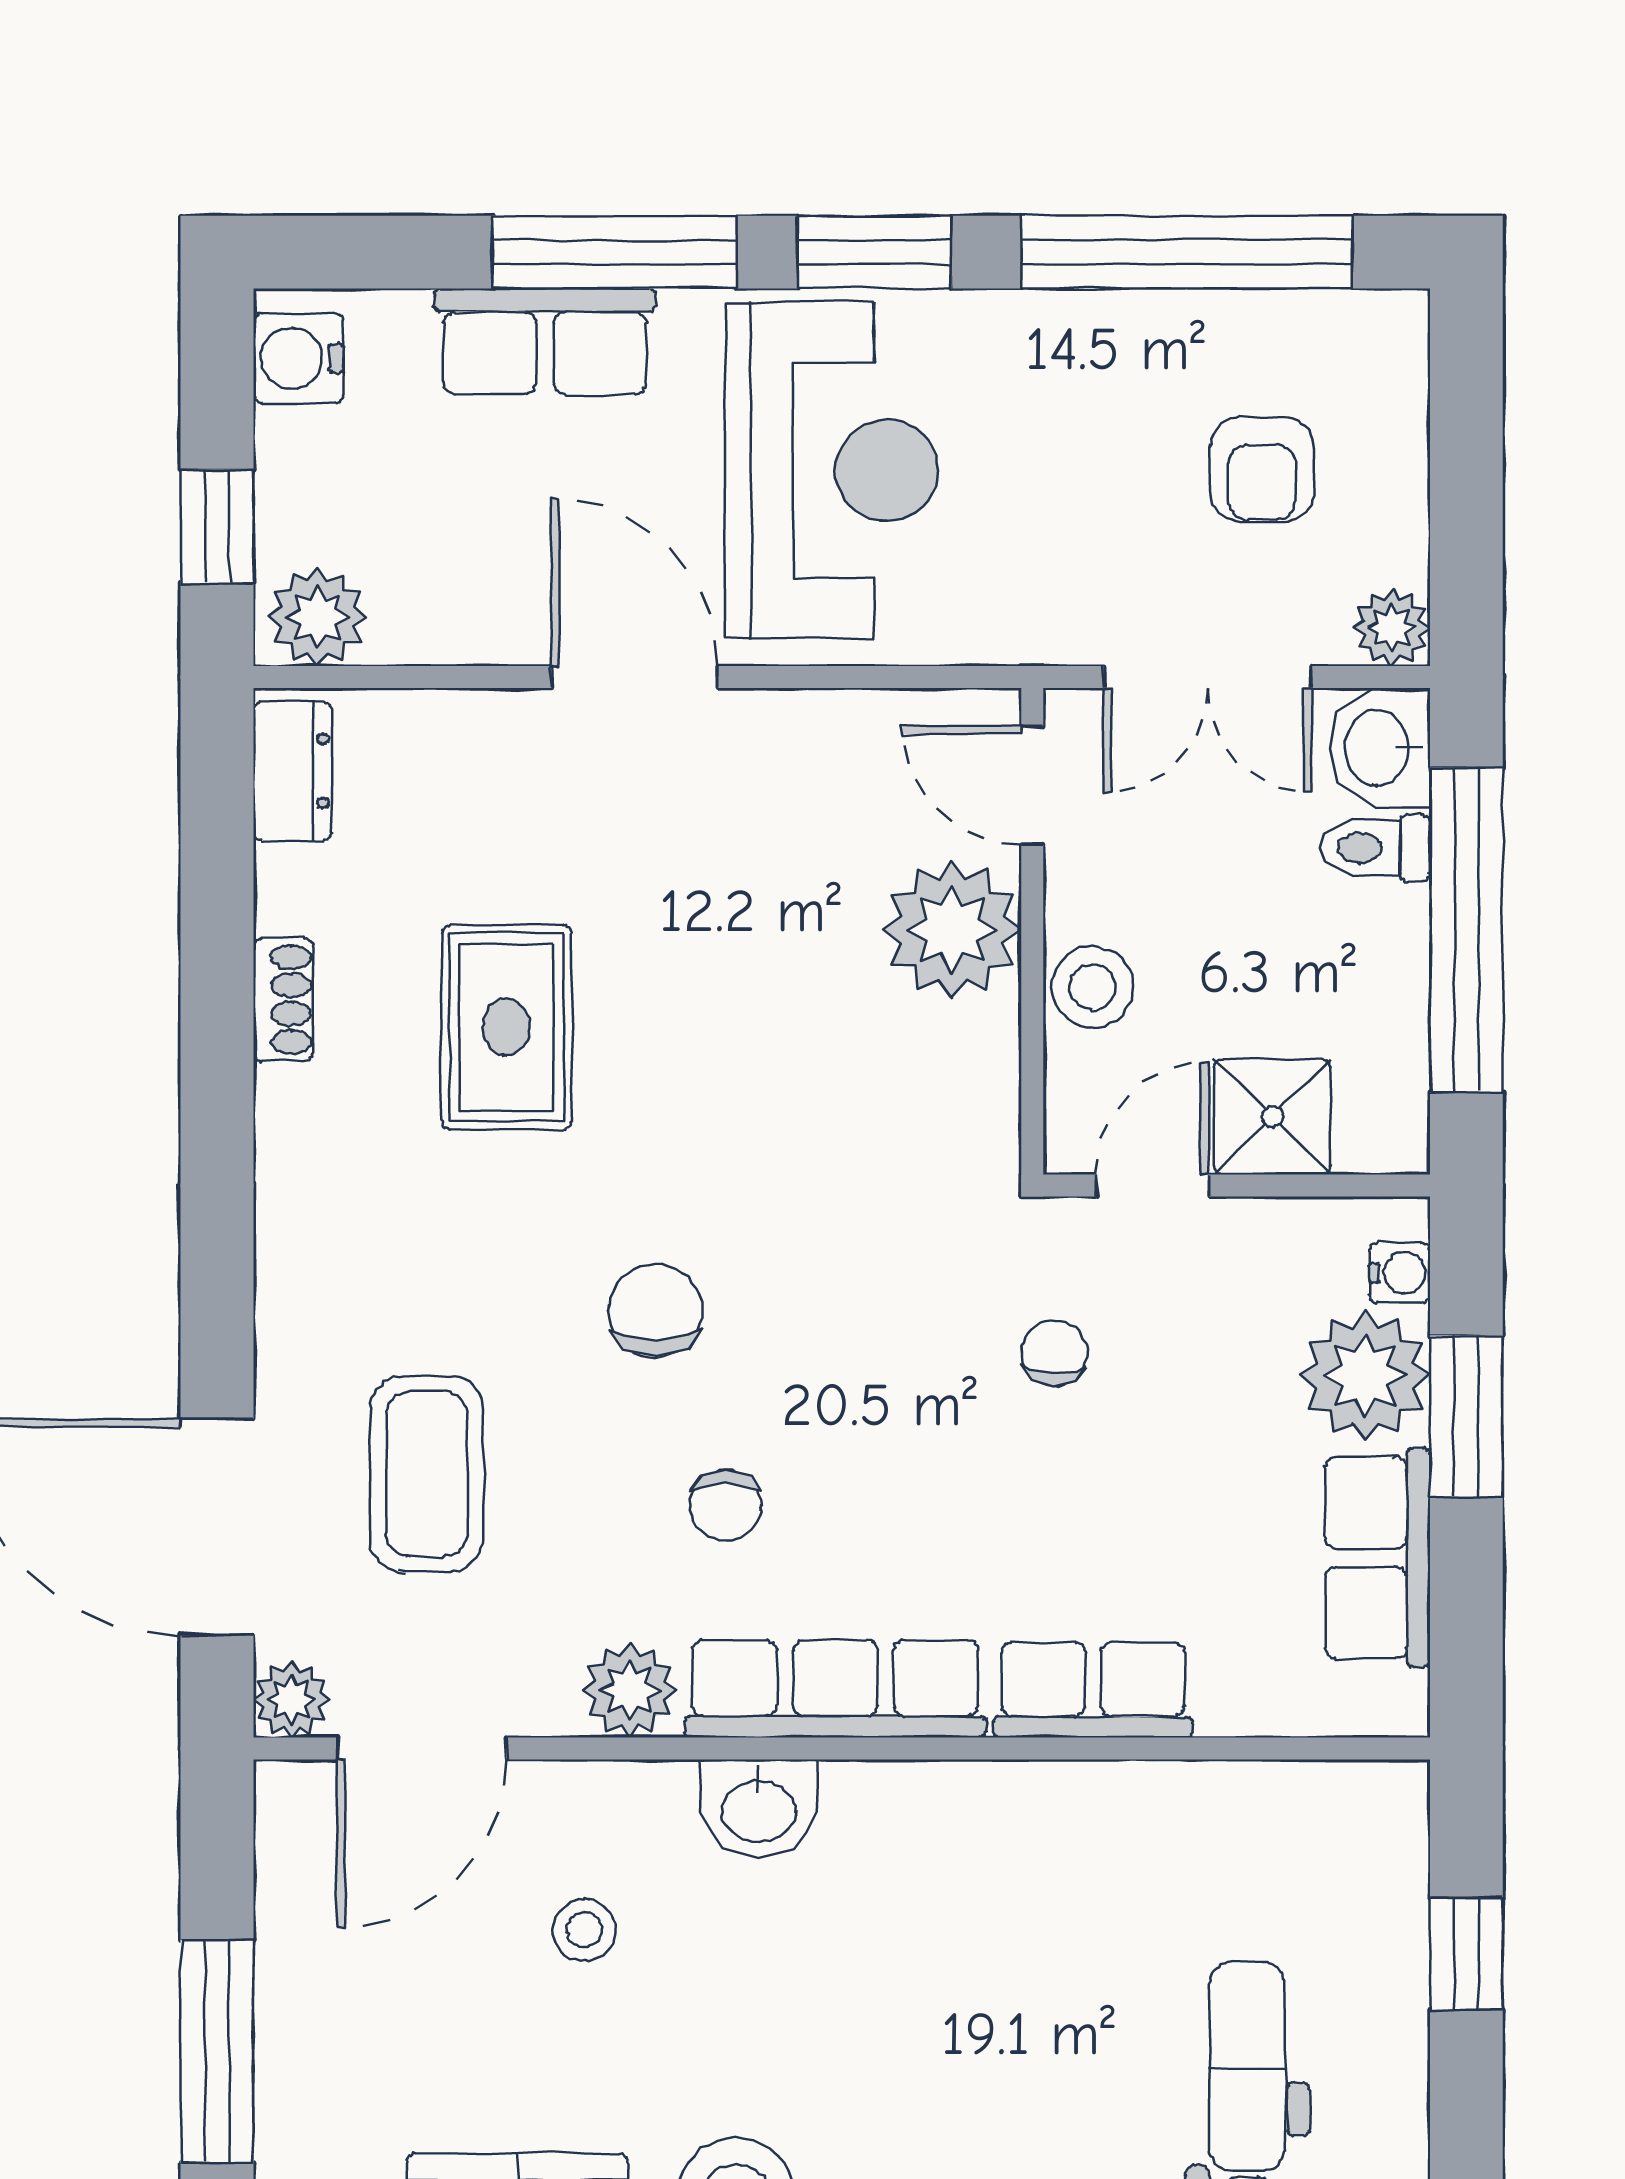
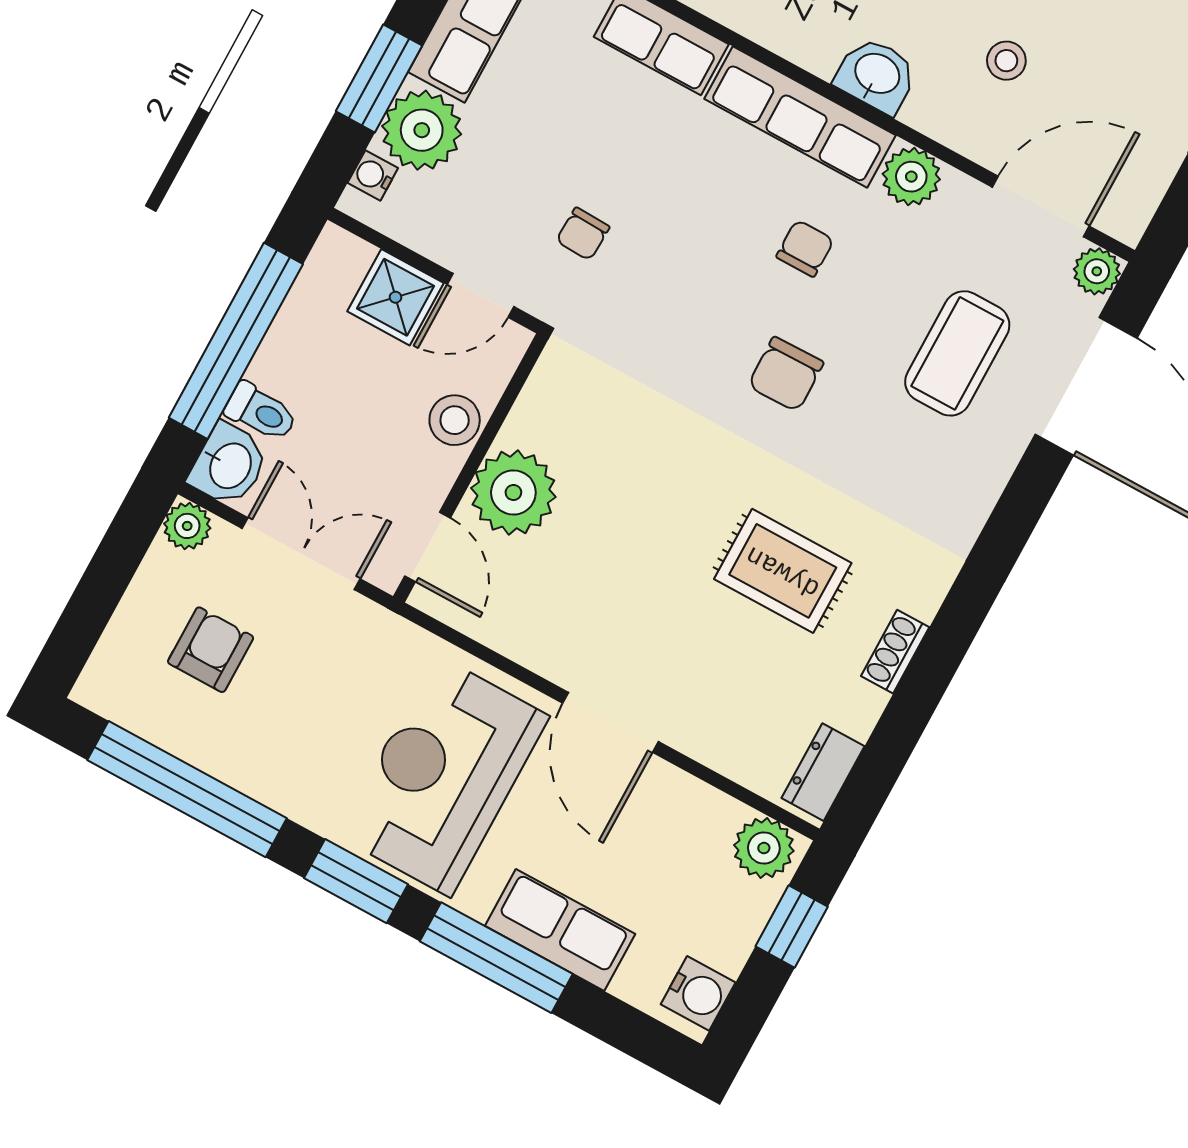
rug: (506, 1027) -> (783, 571), turned 90

